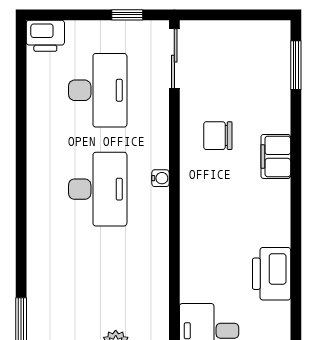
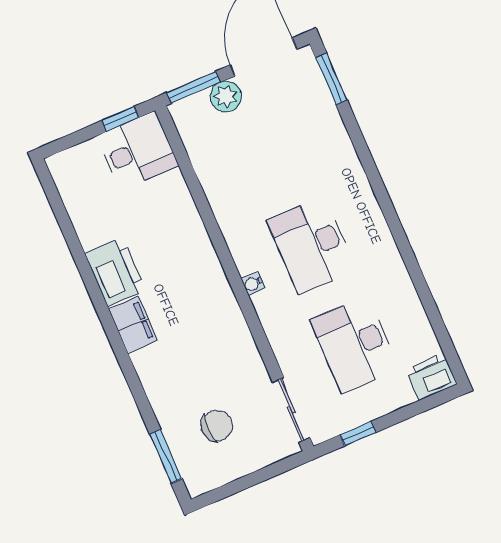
chair: (218, 136) -> (217, 426), moved
filing cabinet: (276, 156) -> (133, 325), moved
printer: (272, 274) -> (115, 272), moved

